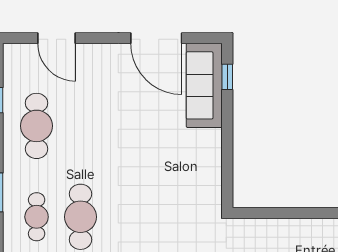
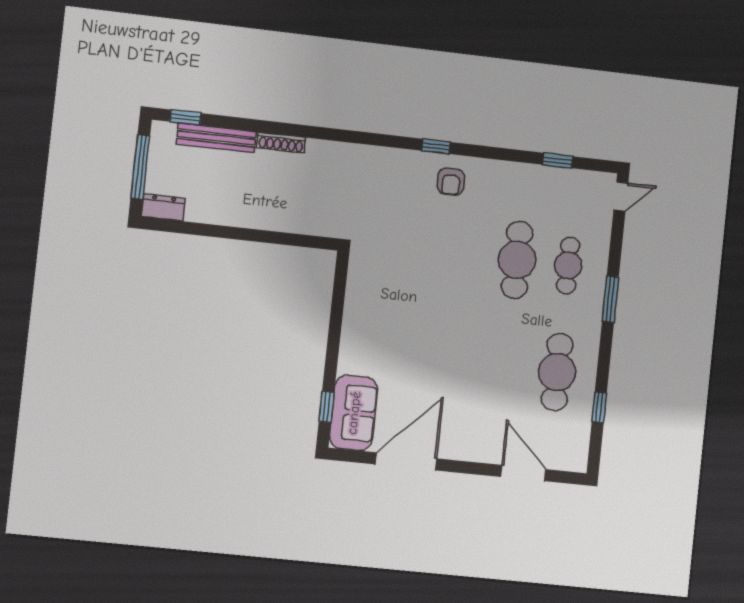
door: (156, 38) -> (406, 461), hinge flipped
sofa: (204, 85) -> (354, 413), width x0.73

